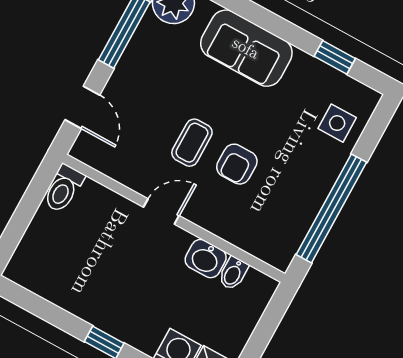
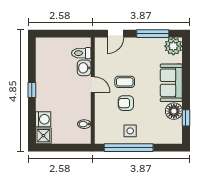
floor lamp: (307, 75) -> (174, 111), added
side table: (337, 123) -> (130, 131), moved
toilet: (63, 189) -> (81, 53), moved
washbasin: (206, 259) -> (84, 68), moved

